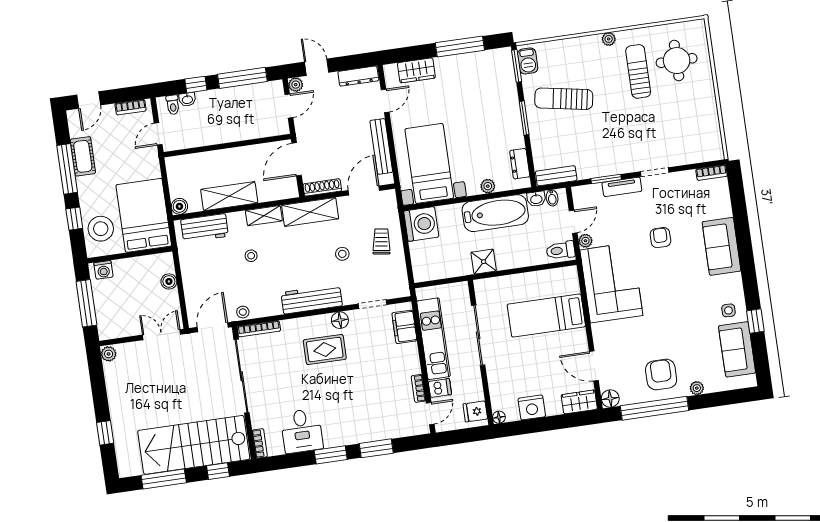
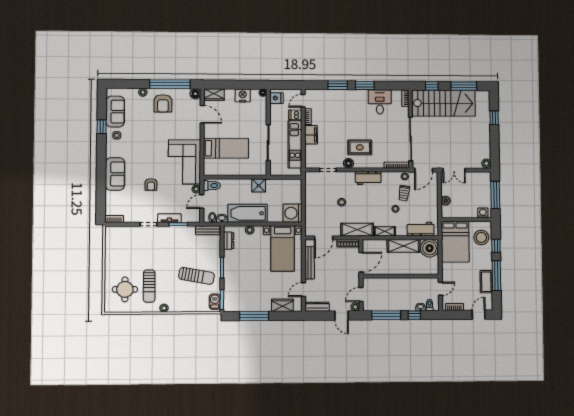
boiler: (179, 206) -> (430, 248), width x1.86, depth x1.86
trolley: (381, 241) -> (404, 193), moved
workbench: (312, 299) -> (368, 178), width x0.73
filing cabinet: (404, 327) -> (311, 135), moved

